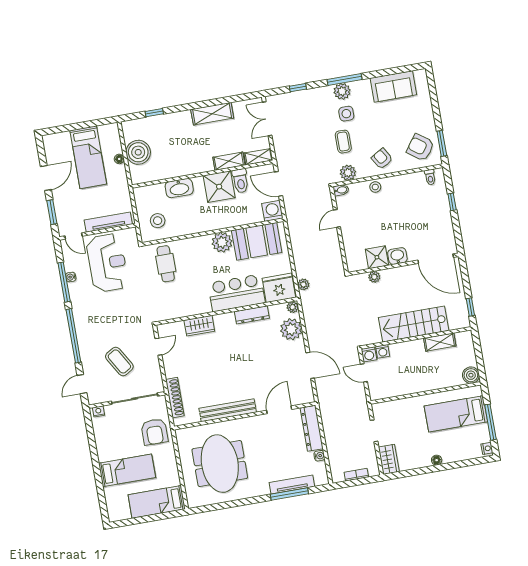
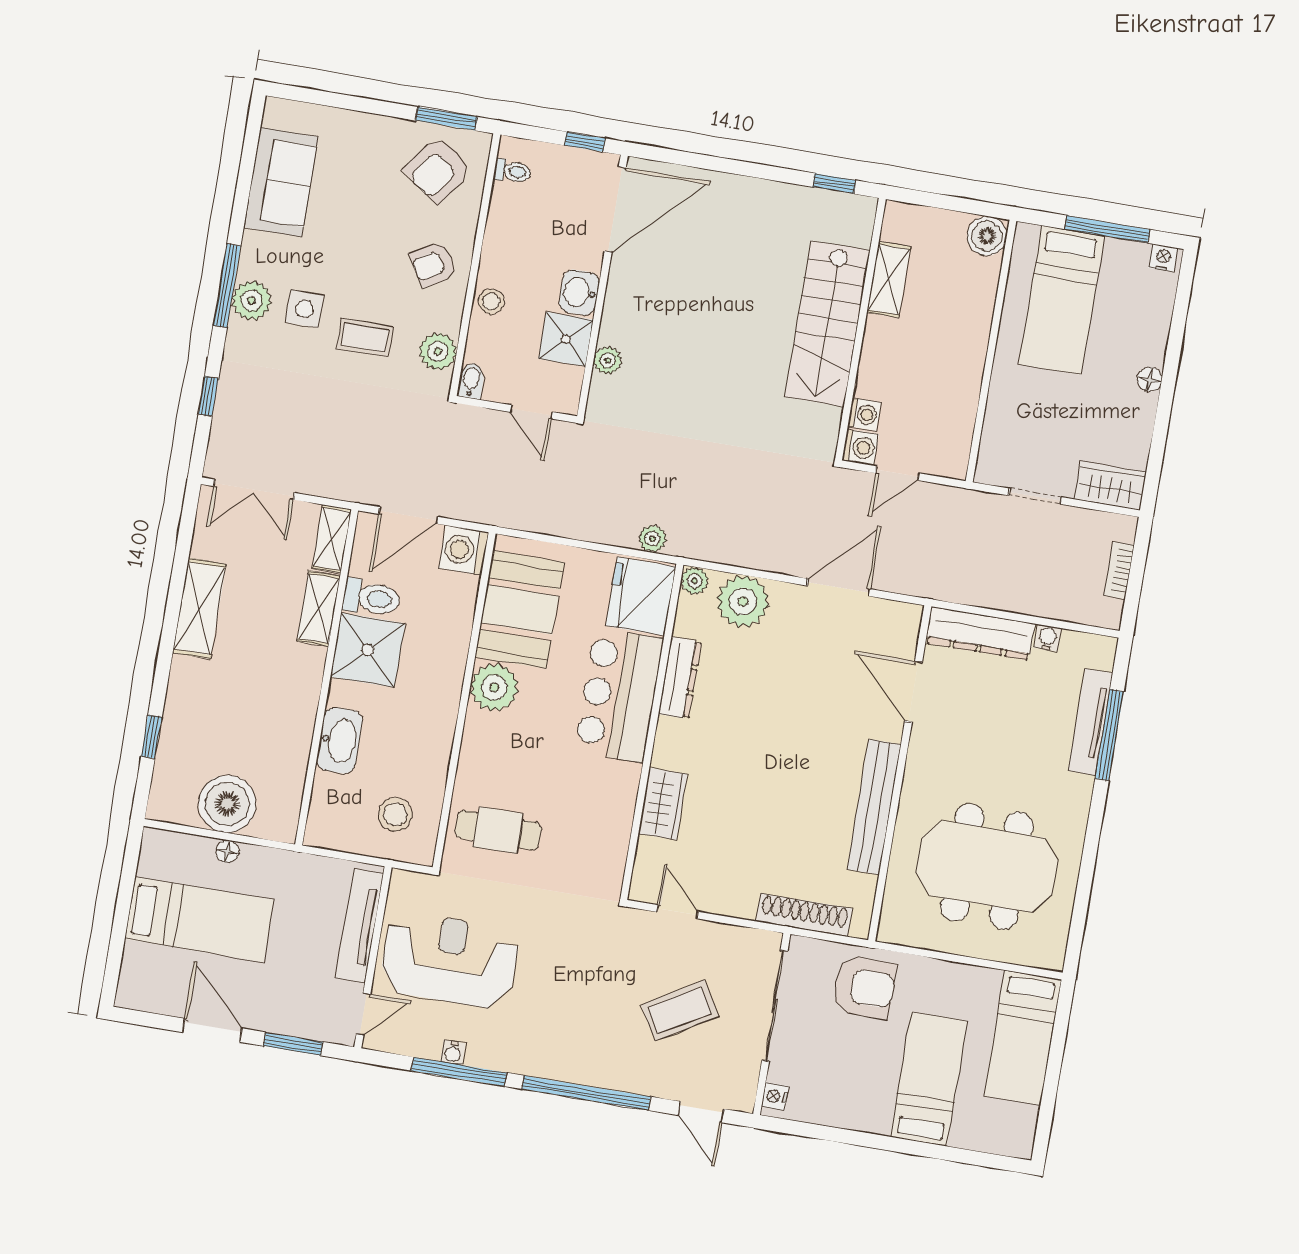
washbasin: (397, 256) -> (579, 292), moved
shower: (377, 257) -> (566, 339), moved
door: (436, 259) -> (615, 209), moved
wall: (403, 264) -> (602, 286), moved
plant: (374, 277) -> (608, 360), moved

